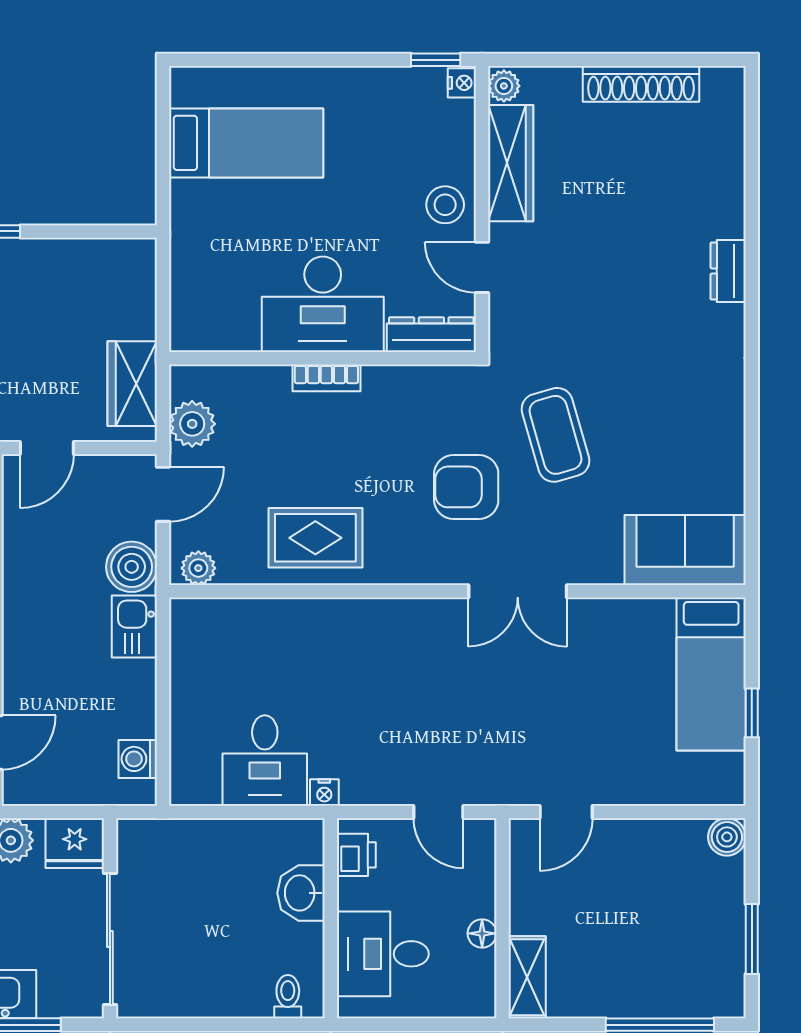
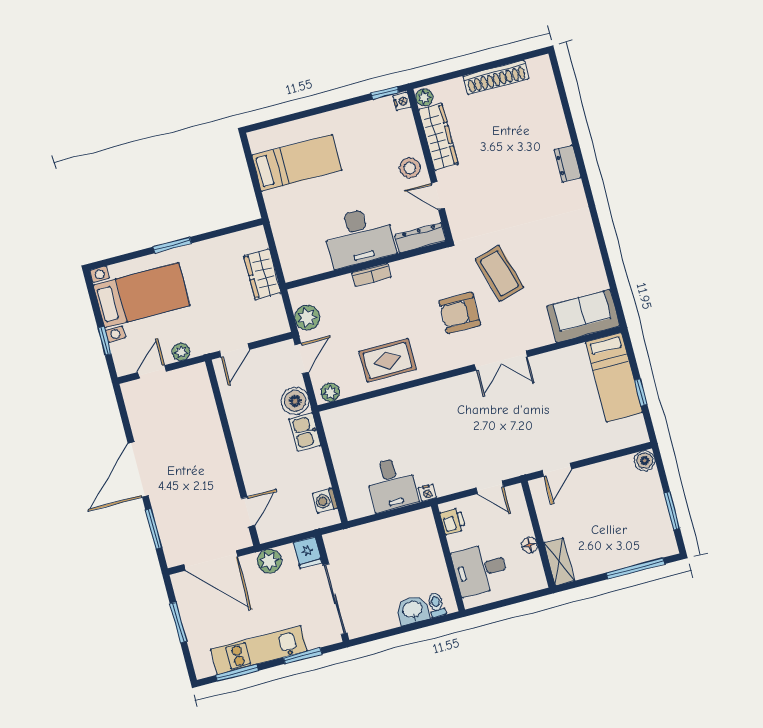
wardrobe: (132, 384) -> (262, 274), moved
fridge: (75, 843) -> (308, 553), width x0.72
washbasin: (301, 893) -> (413, 610), moved, turned 90

